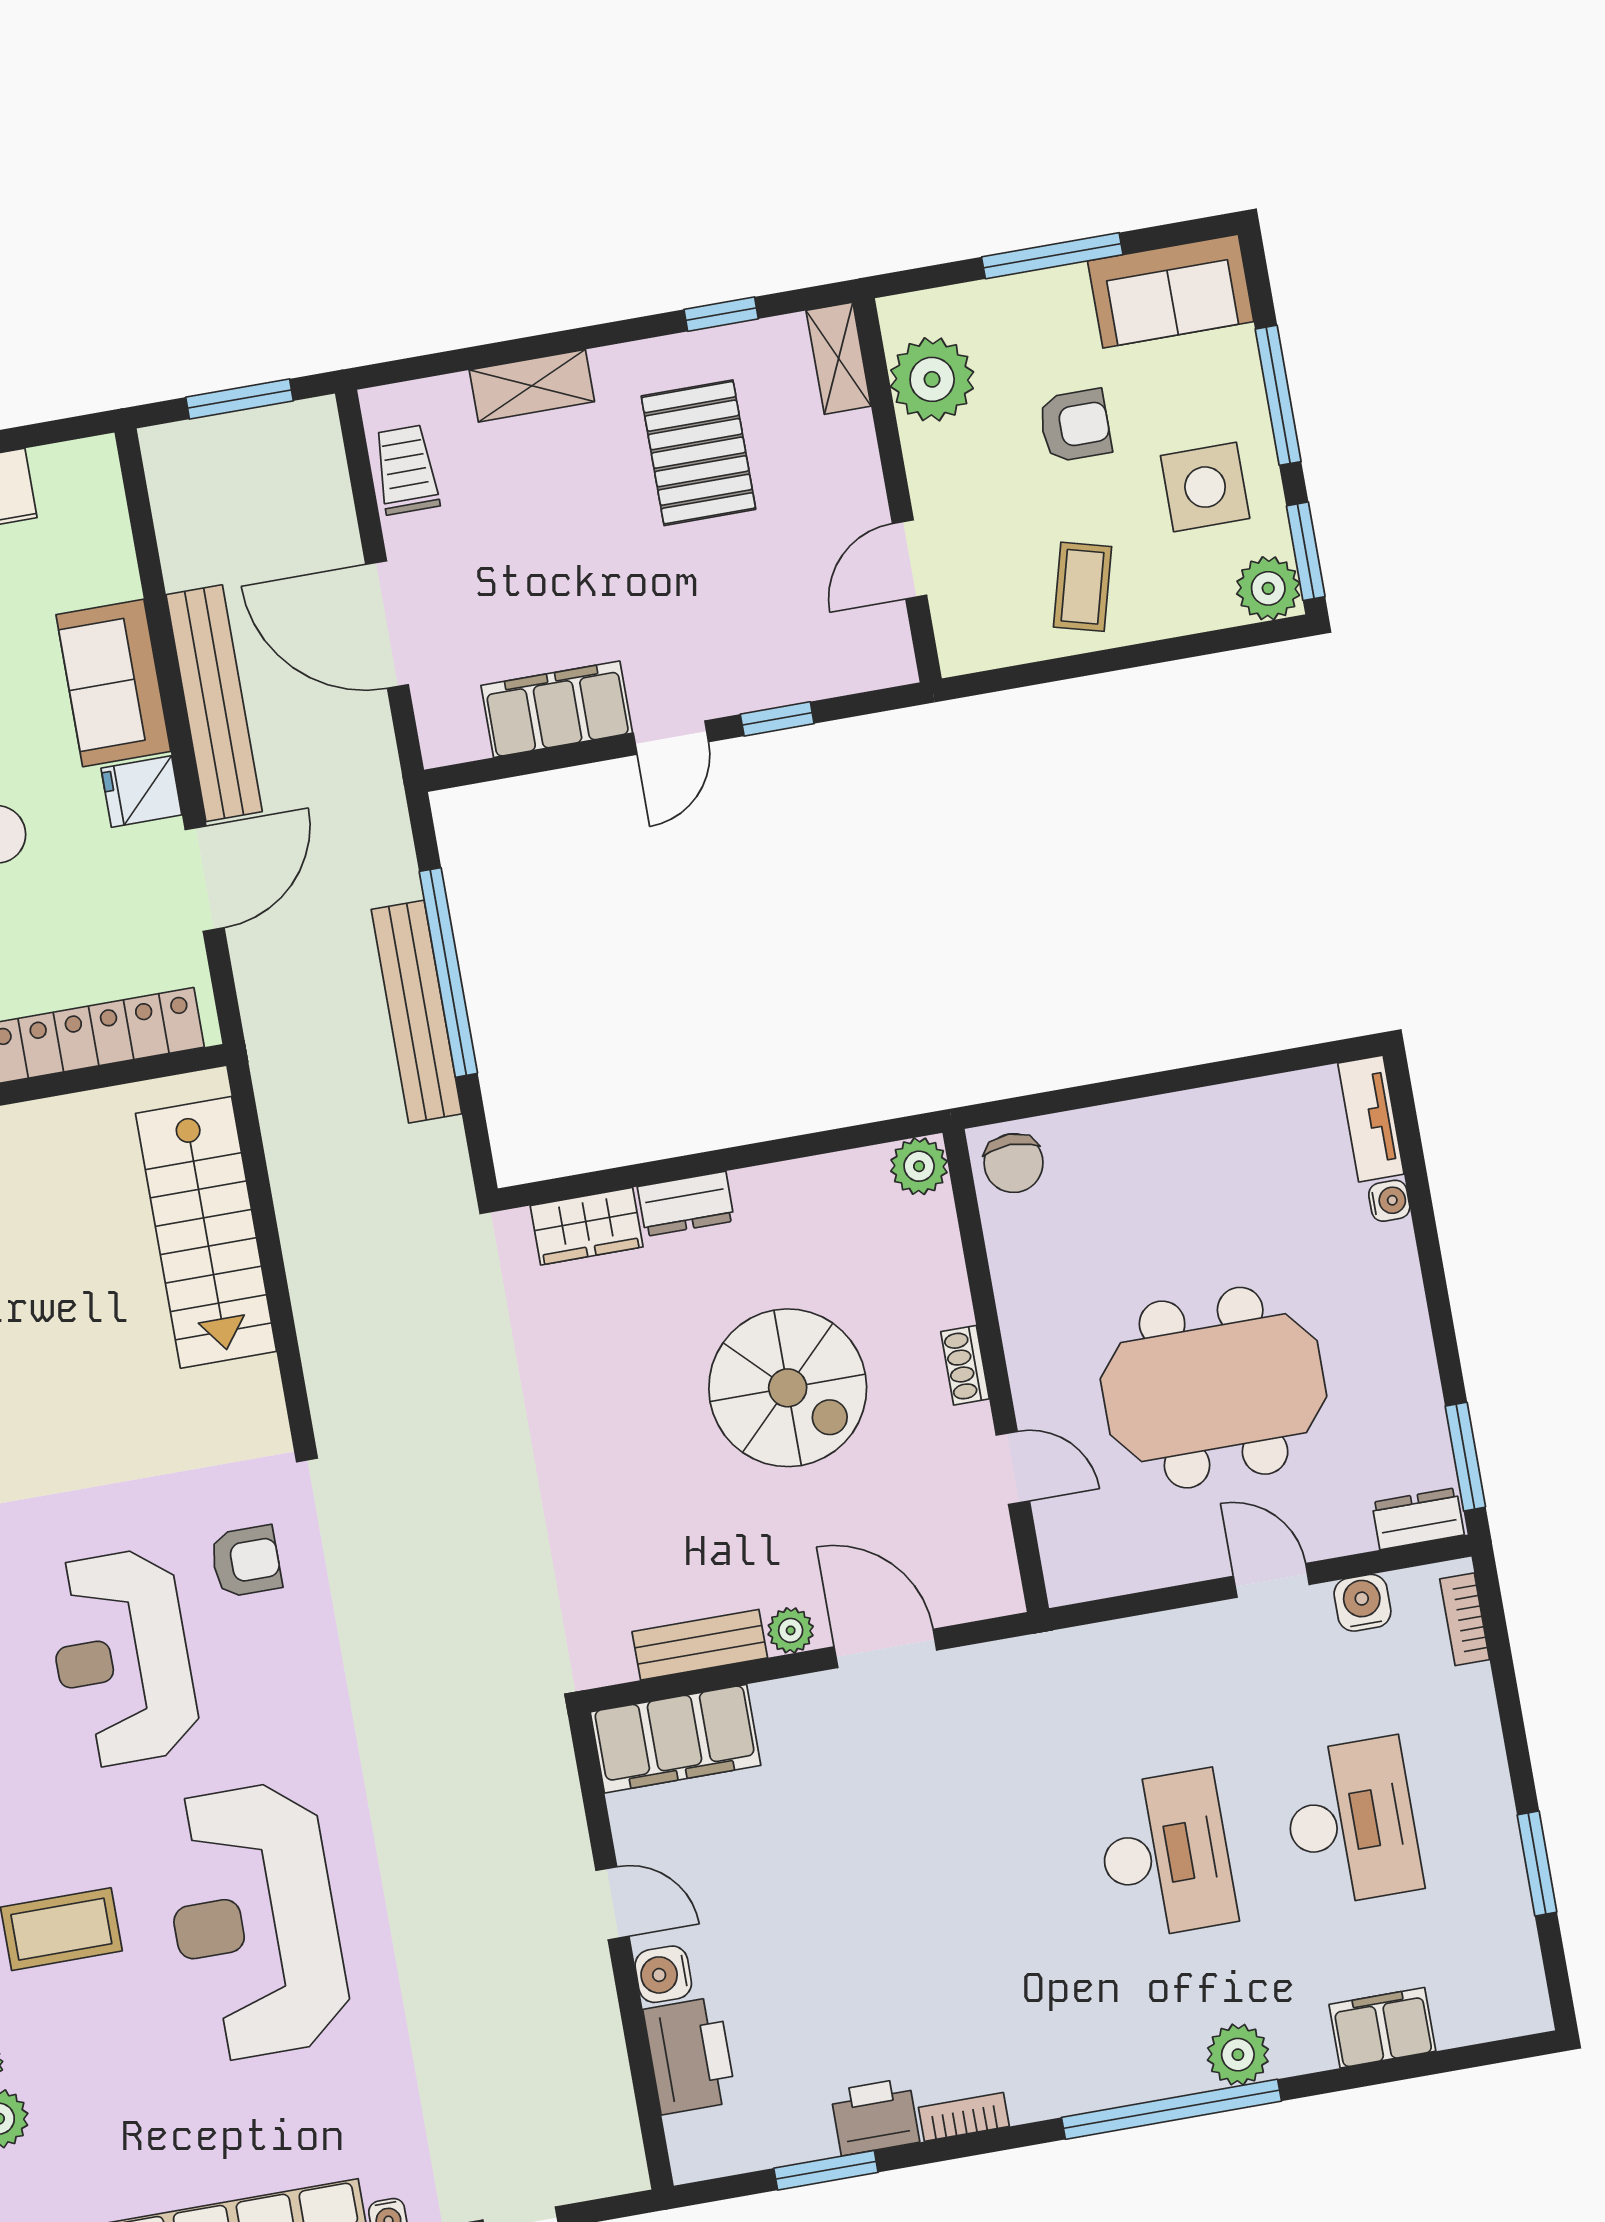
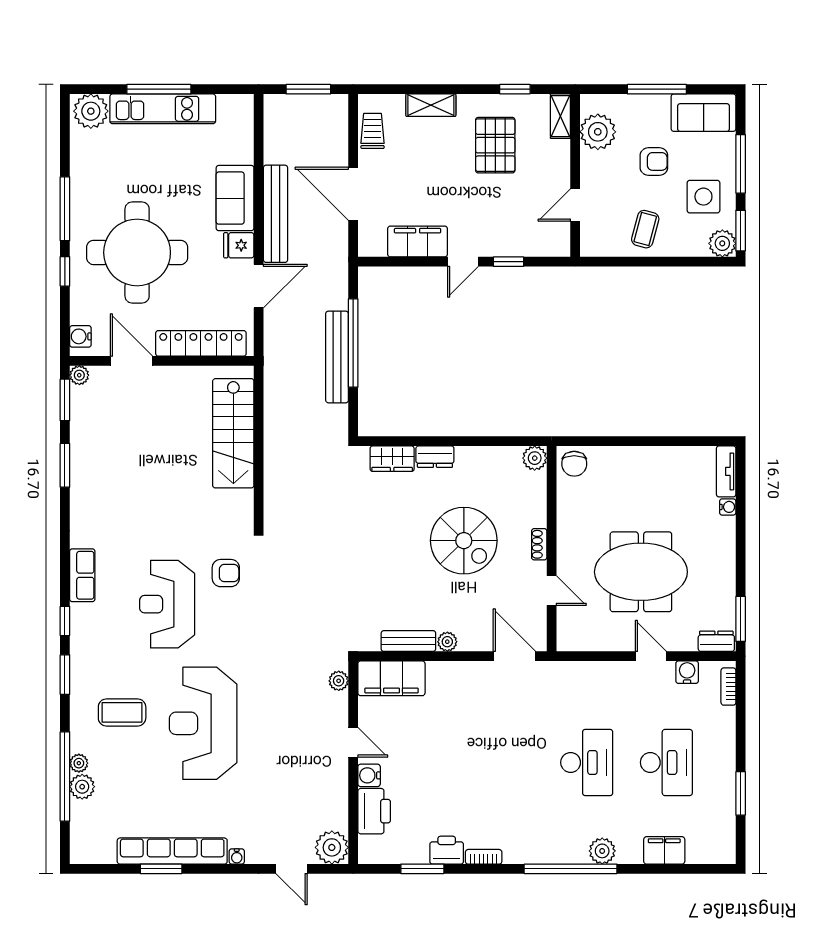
door: (885, 1648) -> (514, 656), moved
plant: (553, 1766) -> (339, 681), added
plant: (606, 2158) -> (332, 847), added

